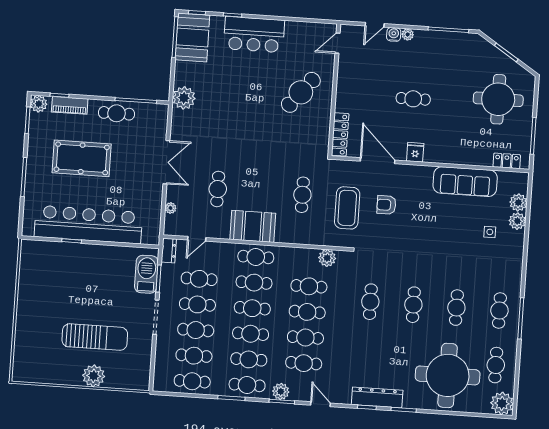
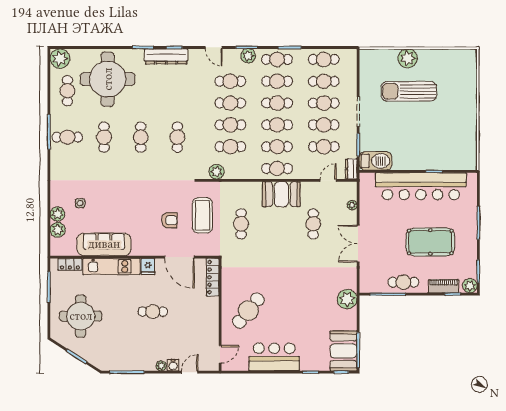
bar counter: (254, 35) -> (274, 357), moved
kitchen unit: (458, 155) -> (112, 266), added
barbecue: (146, 274) -> (376, 161), moved, turned -90
cafe table: (499, 311) -> (67, 137), turned 90

